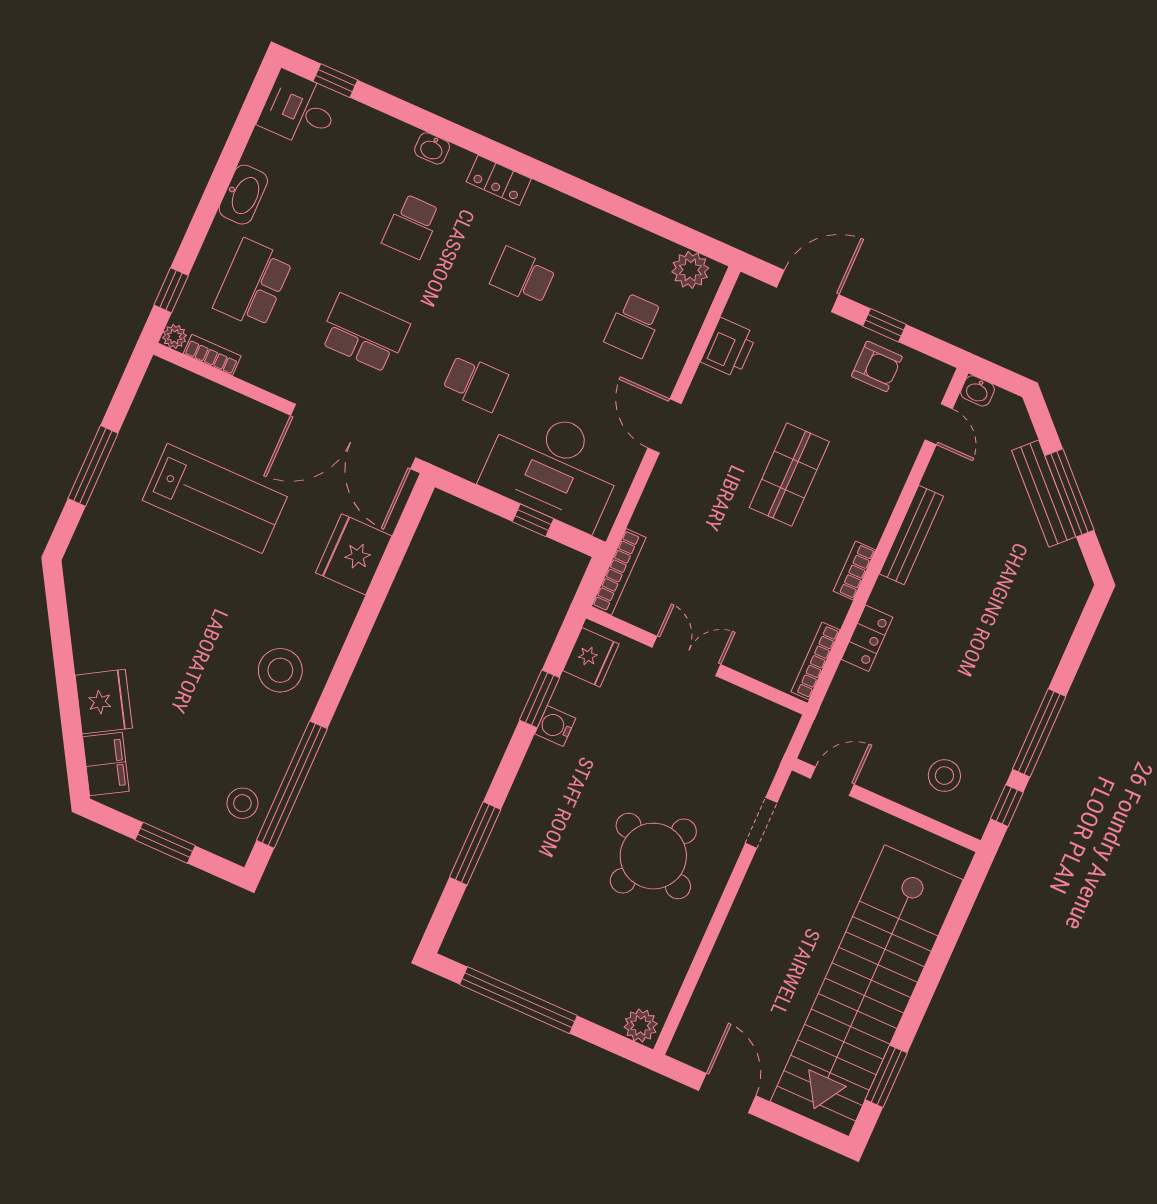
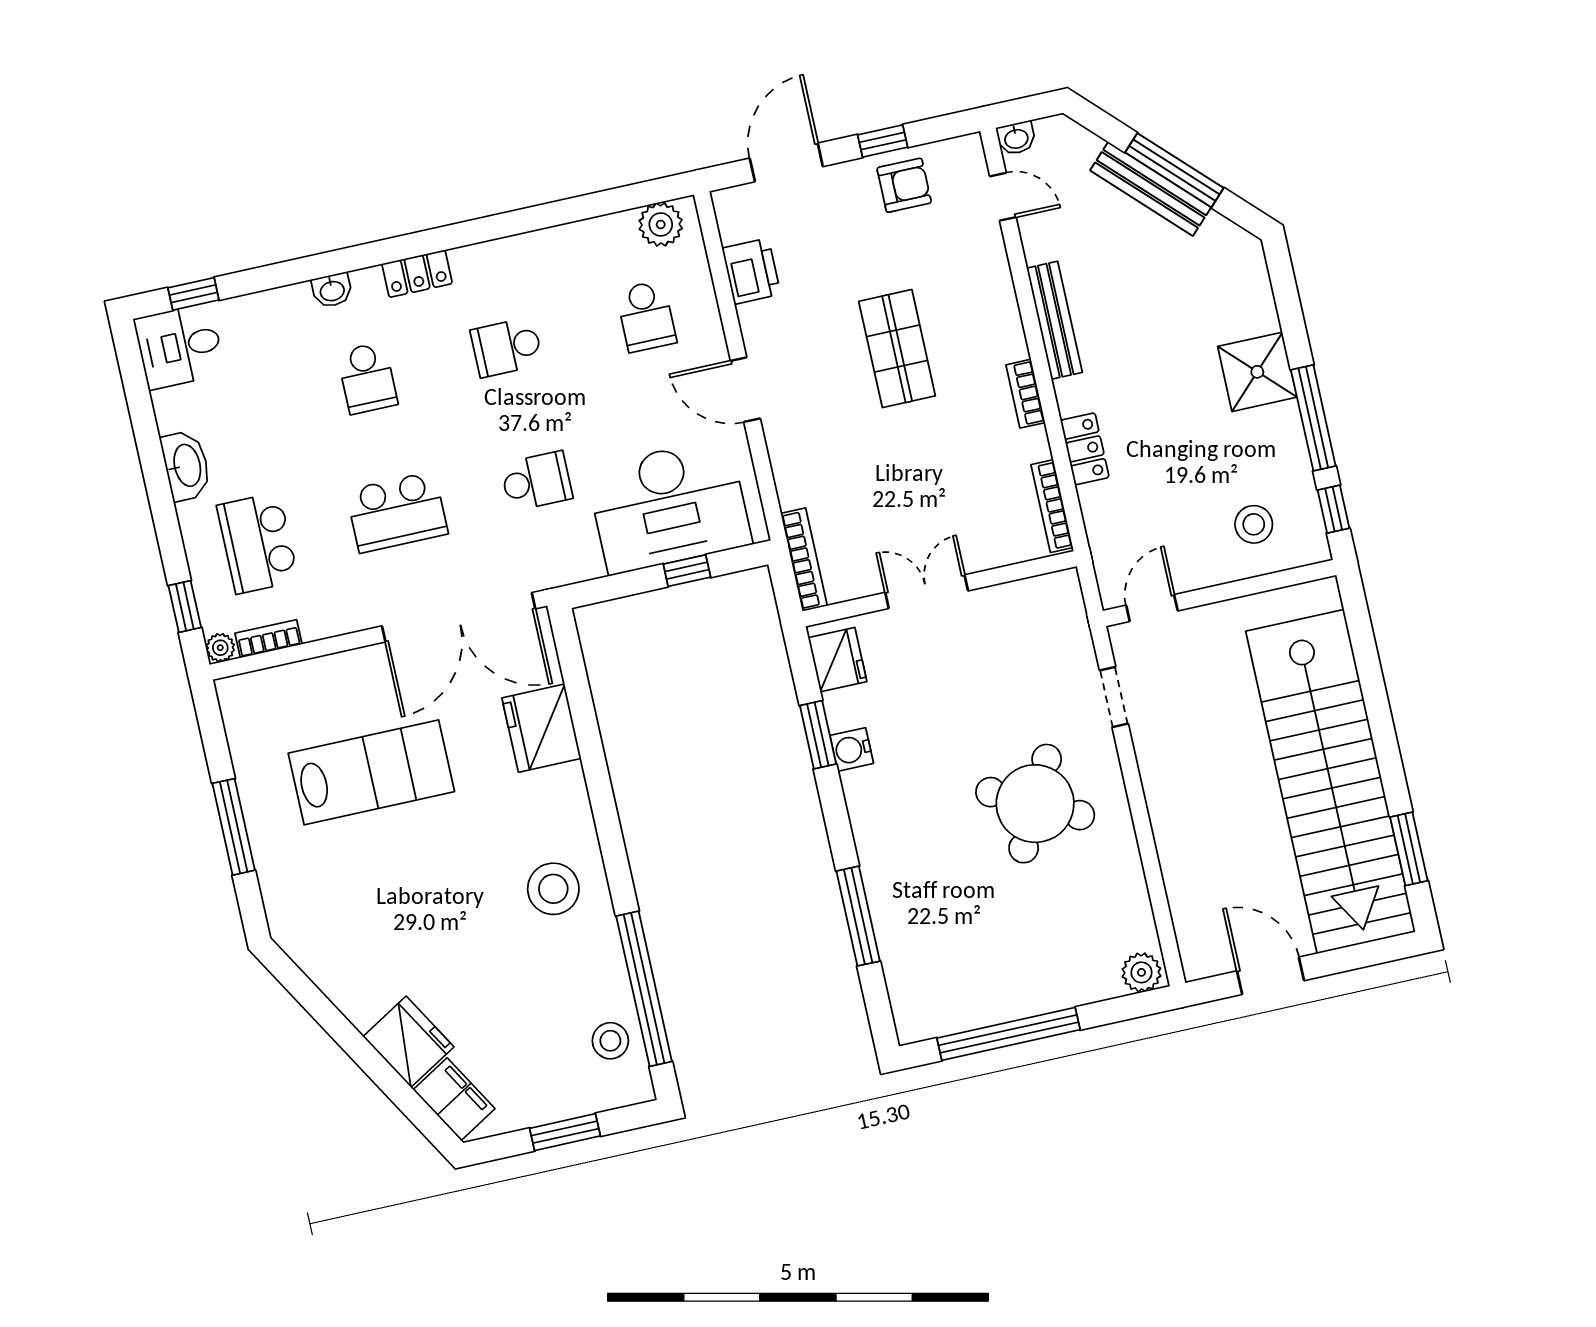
school desk: (364, 333) -> (397, 512), turned 180
shower: (1024, 673) -> (1257, 372), added

